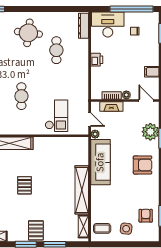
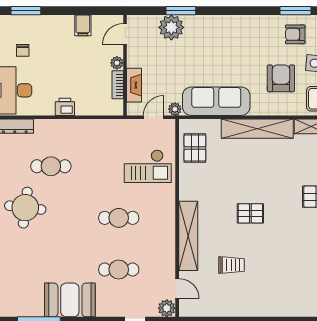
checkout: (56, 116) -> (148, 166), turned 180
pallet: (69, 148) -> (195, 148), added
armchair: (143, 165) -> (281, 78), moved

